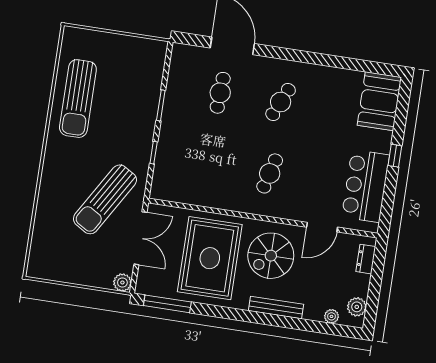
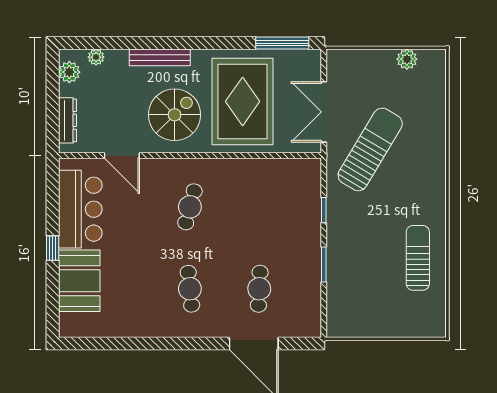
sun lounger: (78, 99) -> (418, 258), width x0.73, depth x0.75
booth: (379, 101) -> (79, 281), moved
cafe table: (281, 102) -> (190, 289), turned -30
door: (322, 227) -> (122, 156), swing flipped
dresser: (366, 259) -> (67, 120), width x1.44
plant: (122, 282) -> (407, 59), moved

